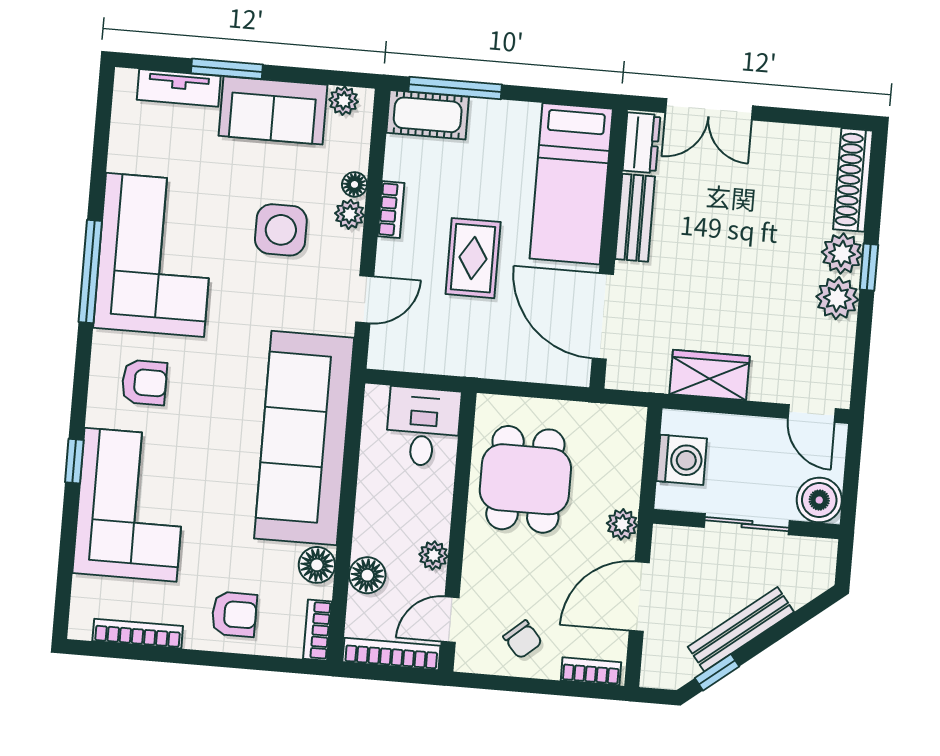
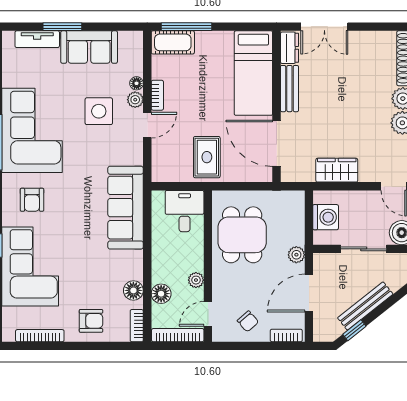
plant: (344, 101) -> (127, 39), removed
rug: (473, 258) -> (207, 157), moved
door: (365, 299) -> (147, 125), moved
armchair: (144, 382) -> (32, 200), turned 90
sofa: (304, 438) -> (126, 208), width x0.74, depth x0.79

